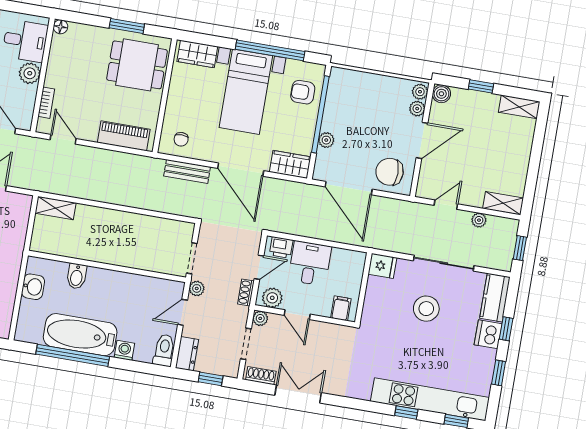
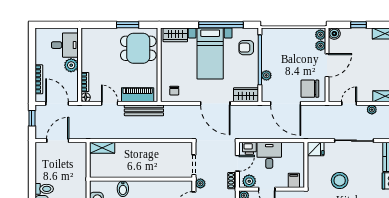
floor lamp: (60, 27) -> (86, 97), moved
door: (63, 139) -> (110, 103), moved
bench: (187, 171) -> (144, 110), moved, width x1.36
stool: (426, 309) -> (340, 180), moved

